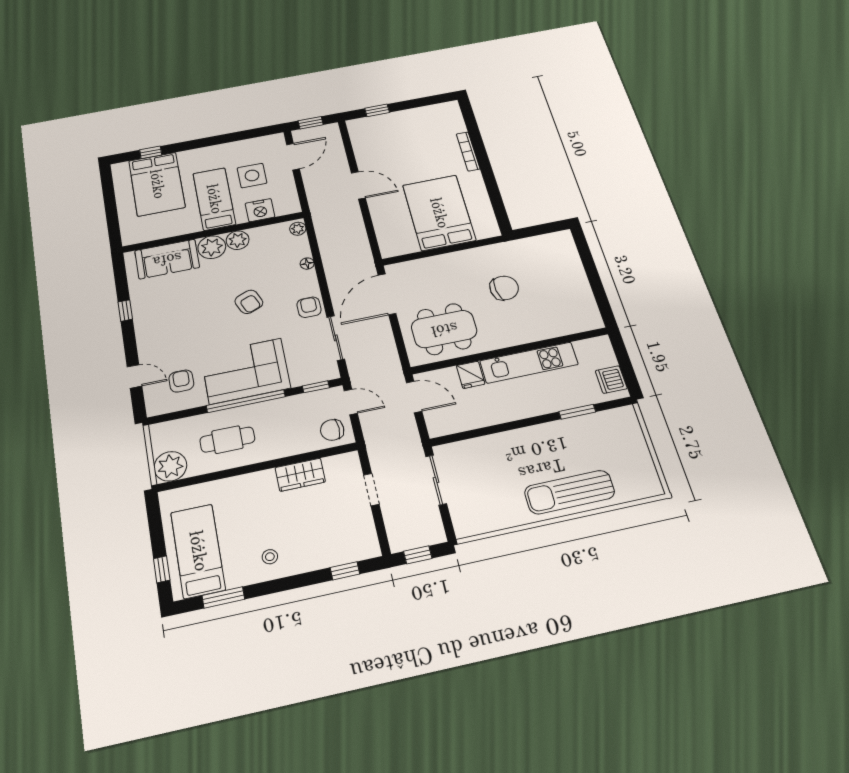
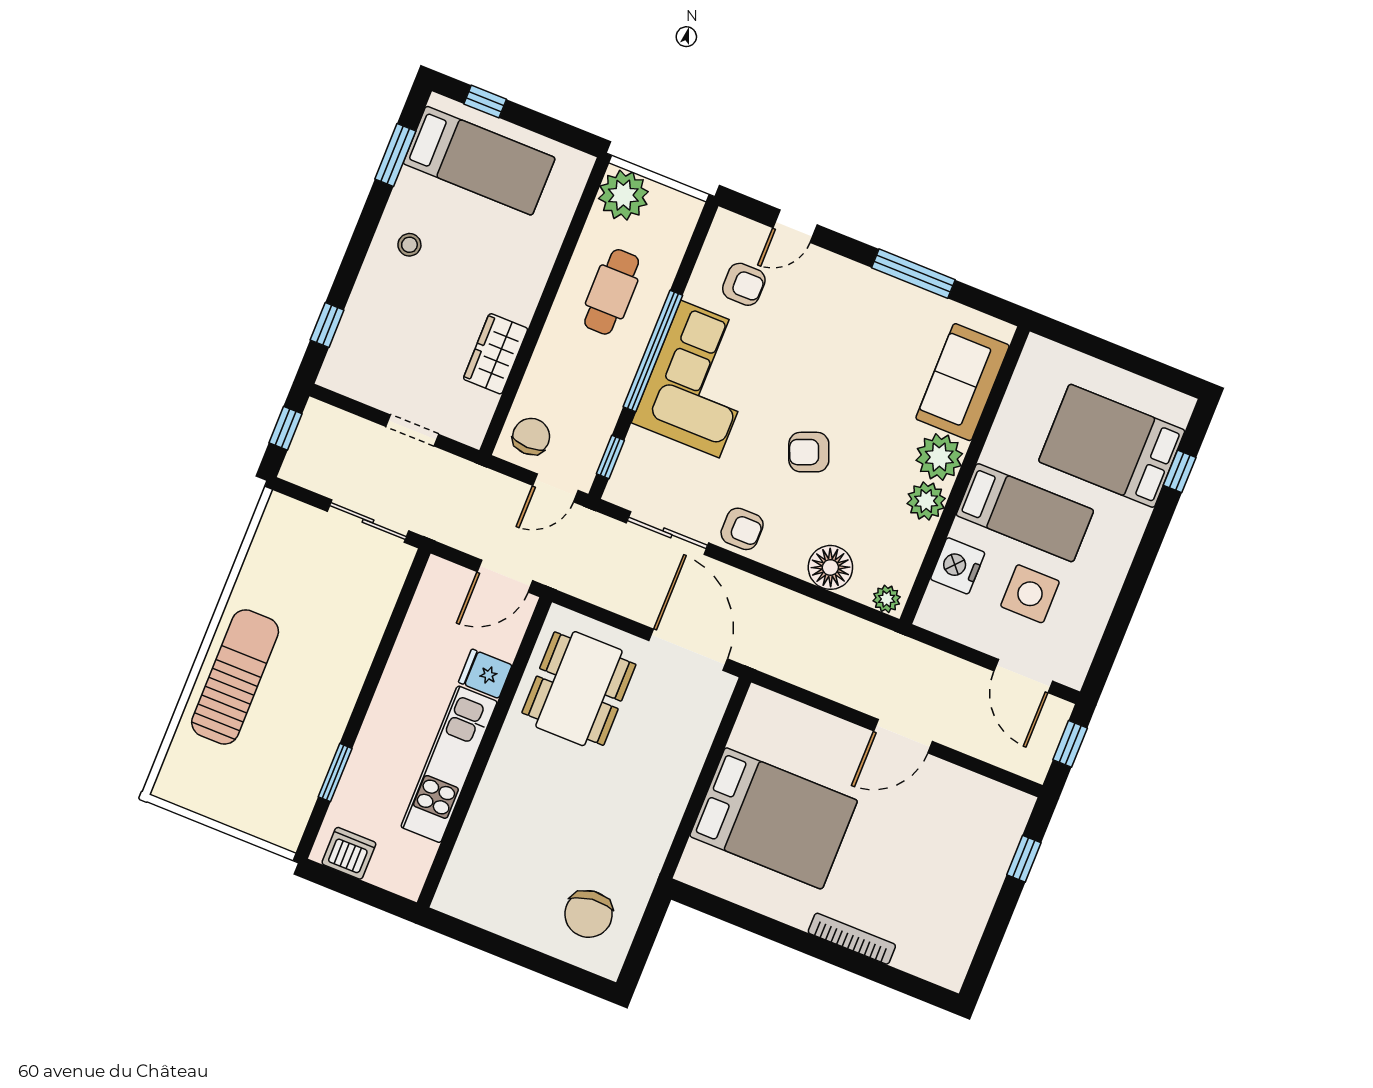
floor lamp: (307, 264) -> (830, 567), width x1.89, depth x1.89
chair: (504, 288) -> (589, 914), moved
window: (125, 311) -> (913, 274), width x2.17

